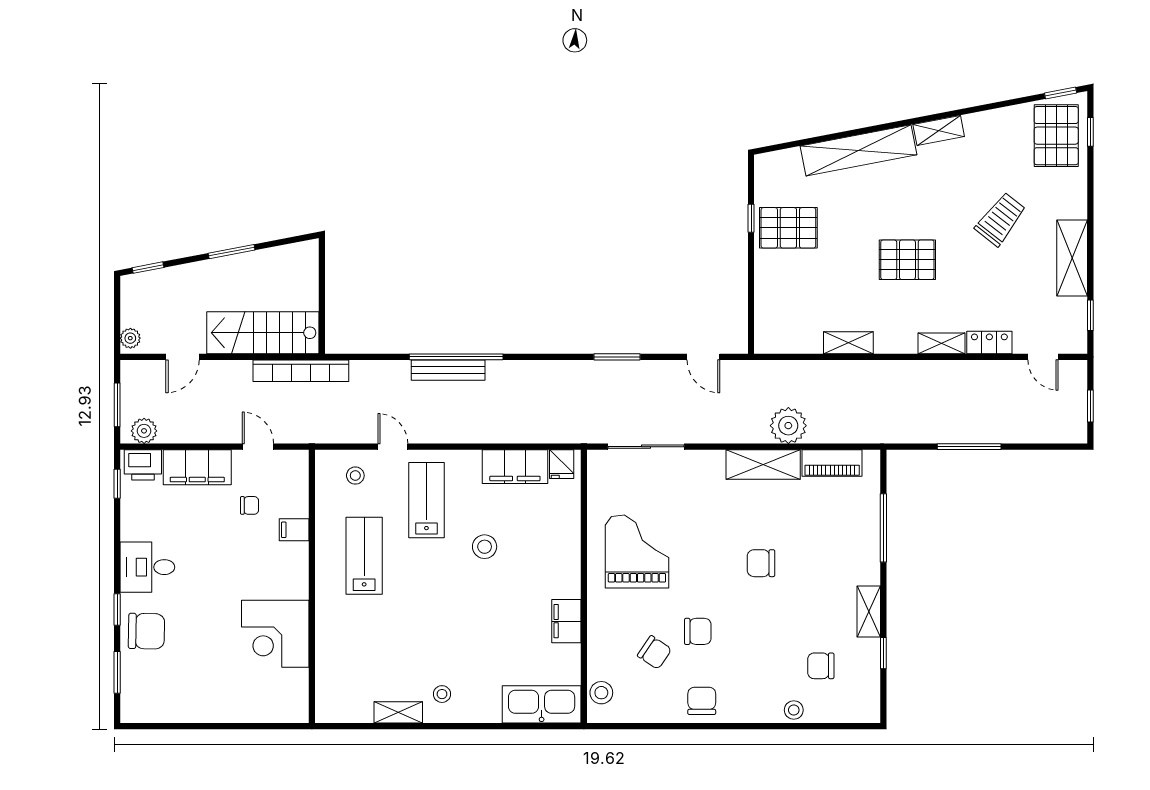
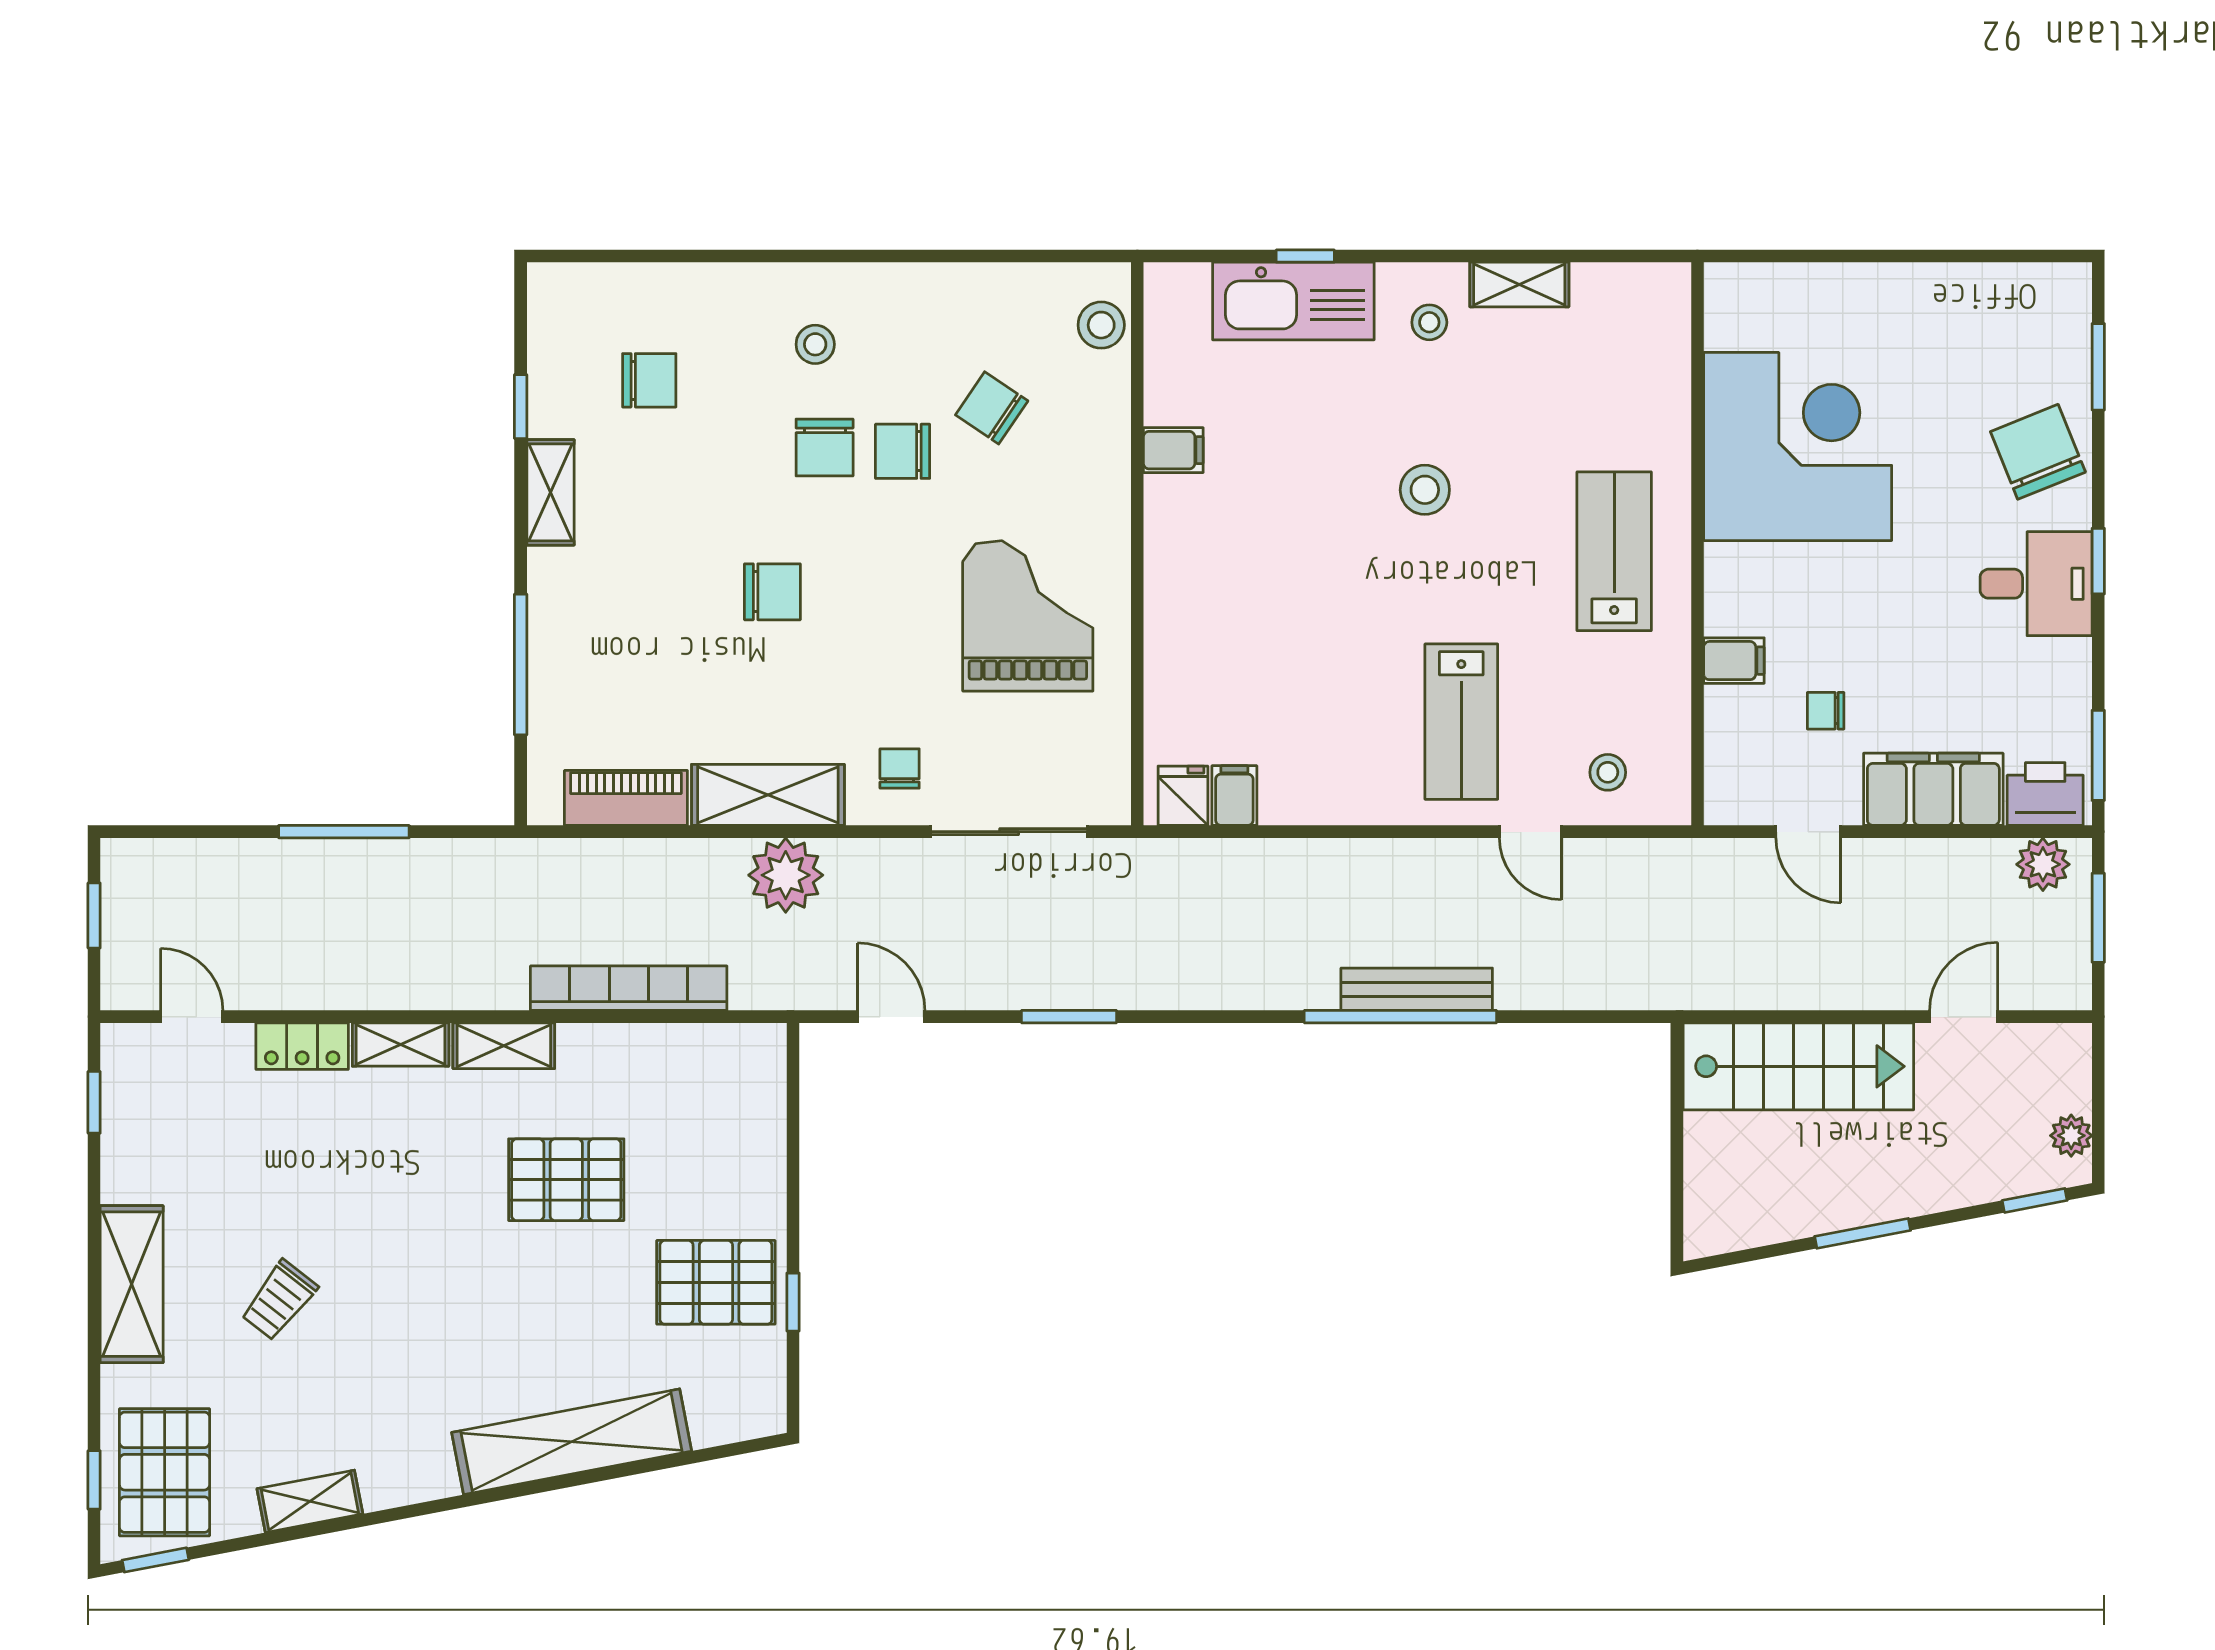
shelving: (939, 130) -> (310, 1501), moved
trolley: (1001, 219) -> (279, 1300), width x0.73, depth x0.72
shelving: (1072, 258) -> (132, 1284), moved
pallet: (907, 260) -> (566, 1180), moved
plant: (130, 338) -> (2071, 1136), moved
shelving: (848, 343) -> (504, 1046), moved
bookcase: (301, 371) -> (629, 988), moved
plant: (788, 426) -> (786, 875), moved
filing cabinet: (515, 467) -> (1234, 796), width x0.33, depth x0.86
chair: (699, 477) -> (900, 769), added
window: (117, 484) -> (2098, 755), width x1.50
stool: (485, 547) -> (1425, 490), moved
grand piano: (637, 551) -> (1028, 616), turned 180
lab bench: (364, 556) -> (1614, 551), moved, turned 180
window: (117, 610) -> (2098, 561), moved
filing cabinet: (566, 621) -> (1173, 450), width x0.50
chair: (146, 631) -> (2038, 452), turned 67
corner desk: (275, 634) -> (1798, 446), width x1.36, depth x1.36
chair: (702, 701) -> (825, 447), moved
kitchen sink: (542, 704) -> (1293, 301), moved
stool: (794, 710) -> (815, 344), moved
window: (502, 726) -> (1305, 256), added

